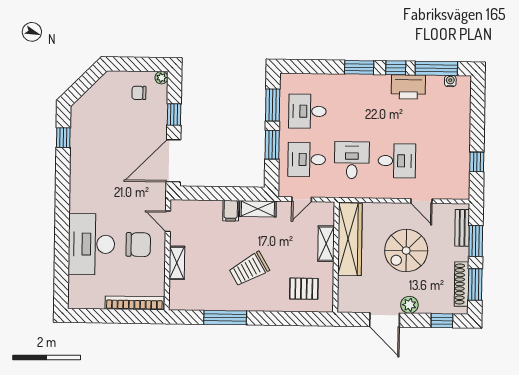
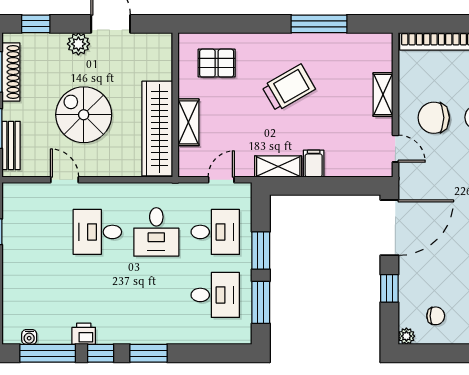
printer: (408, 87) -> (84, 334), width x0.53, depth x0.68
spiral stairs: (406, 251) -> (84, 115), turned -90

